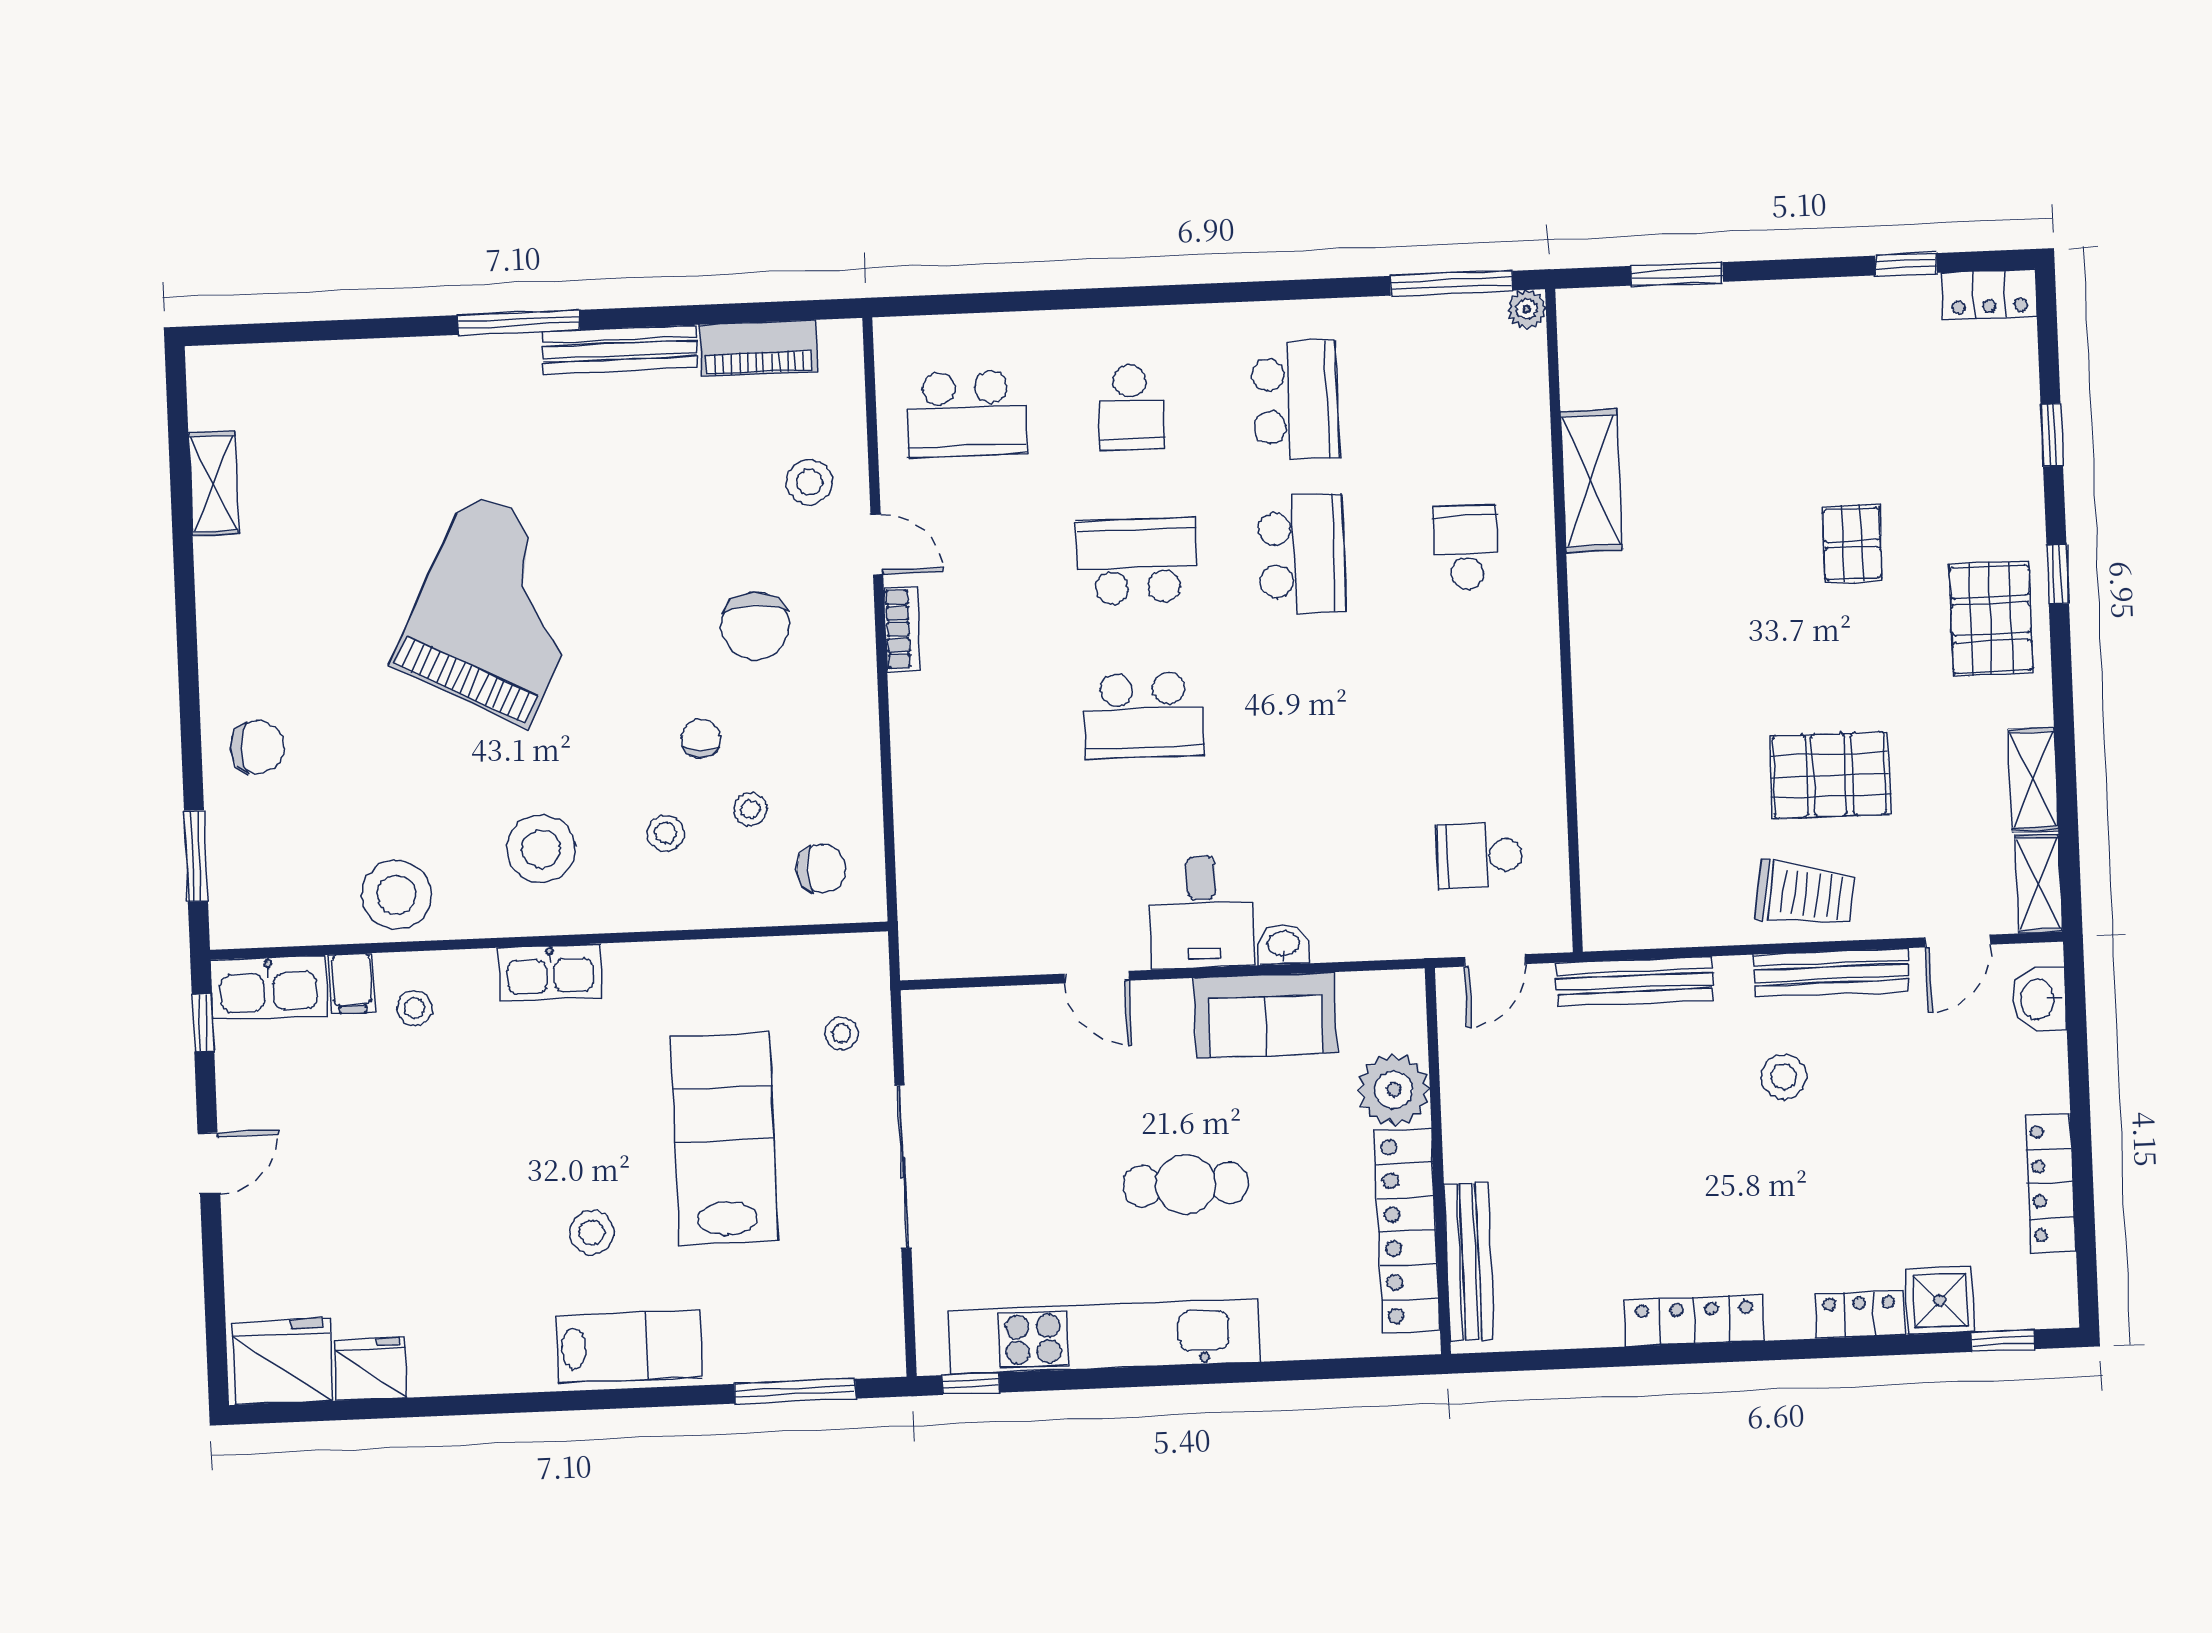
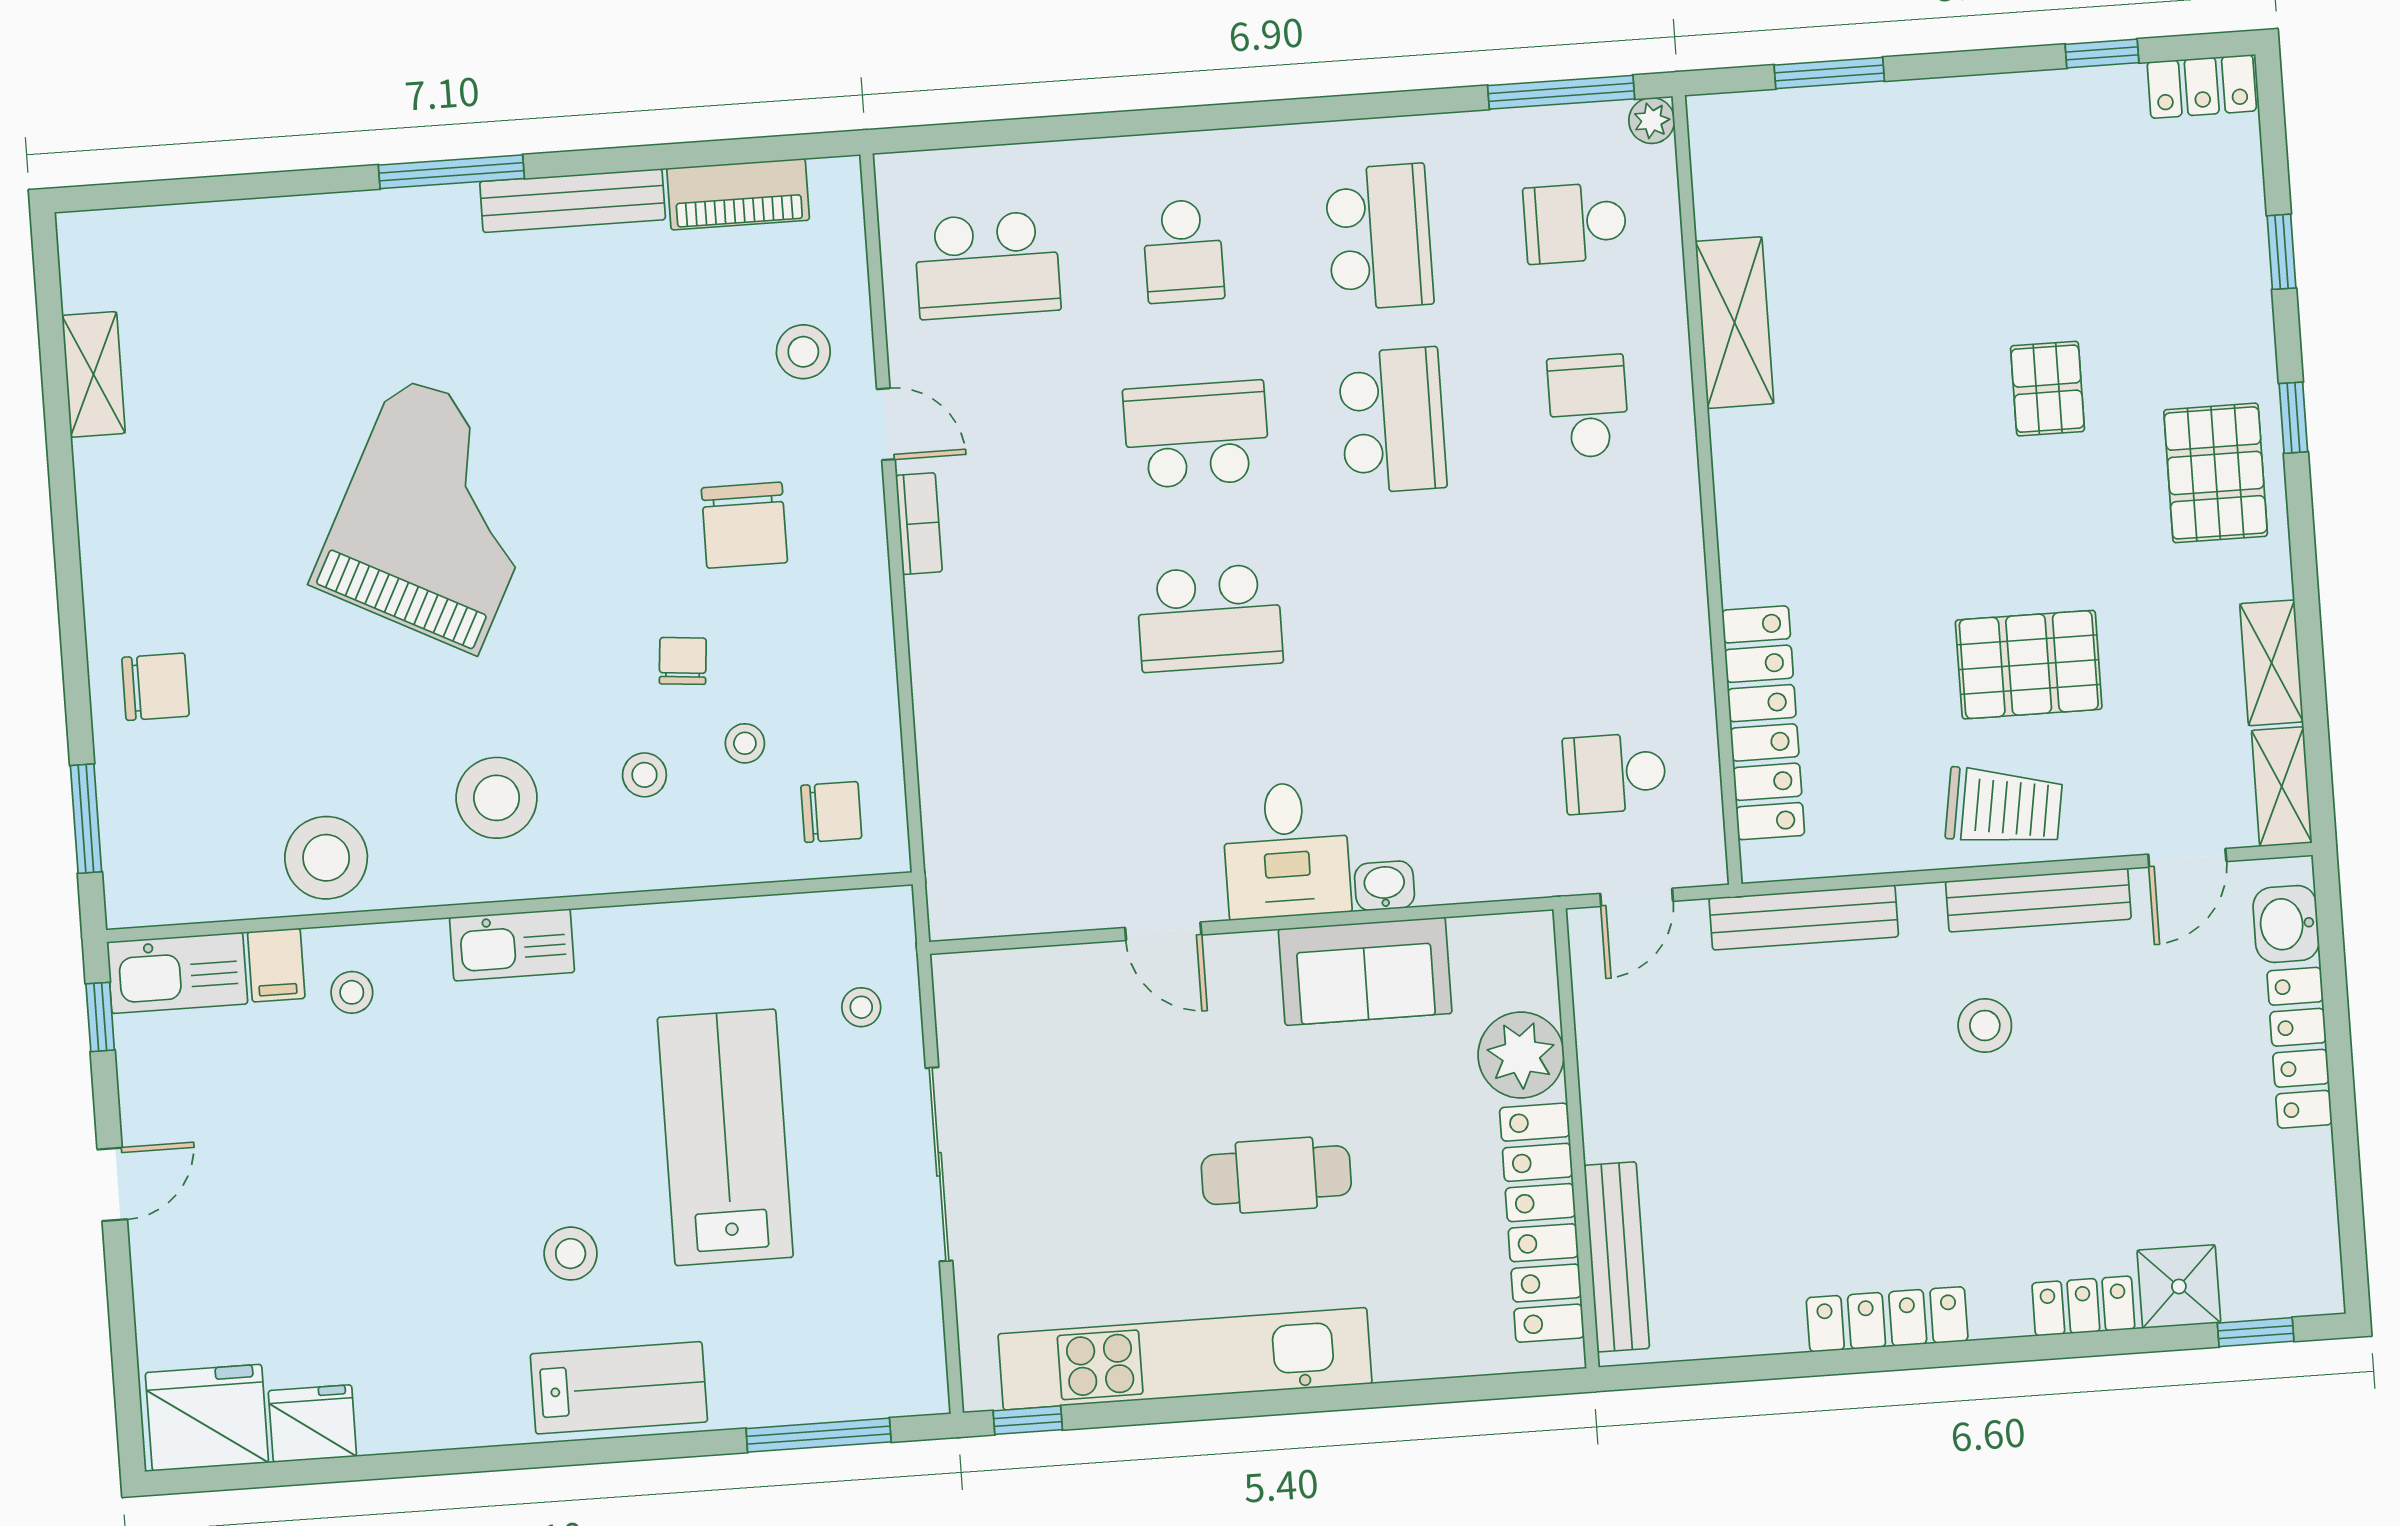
school desk: (1460, 393) -> (1575, 223), added
locker: (1605, 817) -> (1763, 723), added
locker: (2050, 1183) -> (2299, 1048), moved

